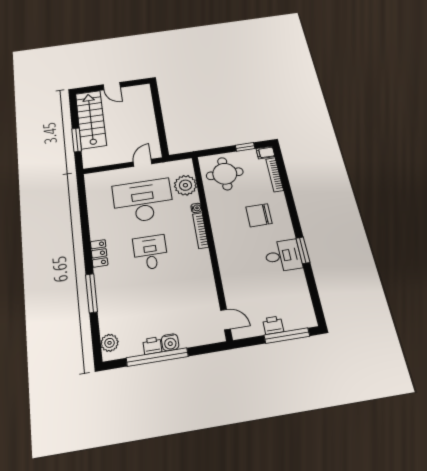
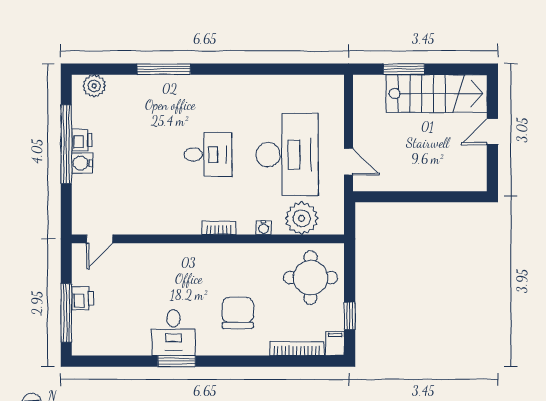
bookcase: (201, 231) -> (219, 228), width x0.64
locker: (99, 253) -> (218, 85), removed

